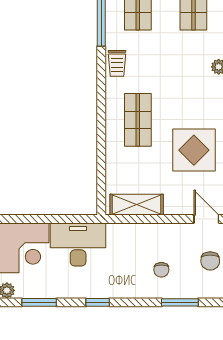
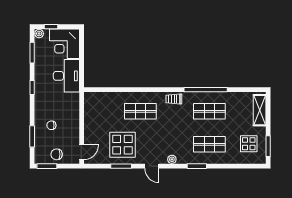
shelving: (137, 205) -> (90, 111), removed

